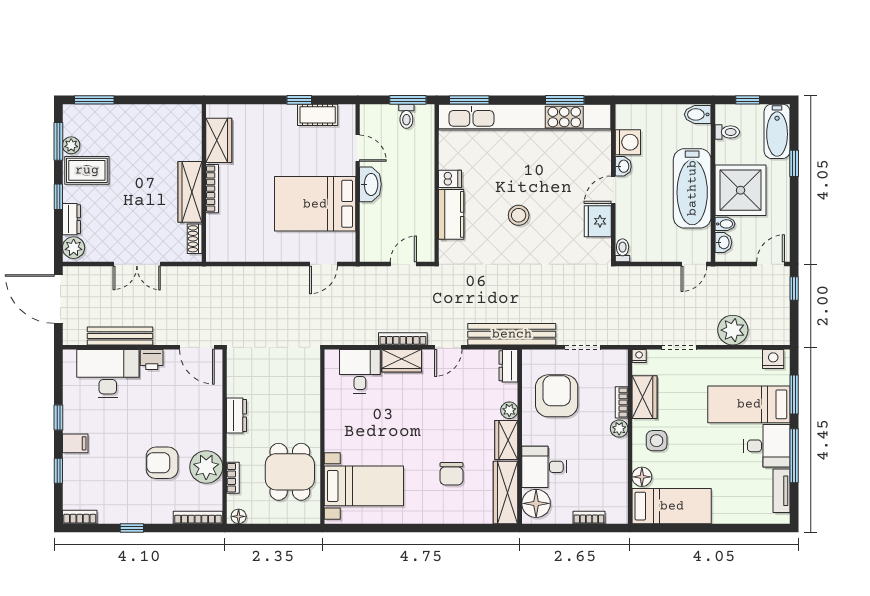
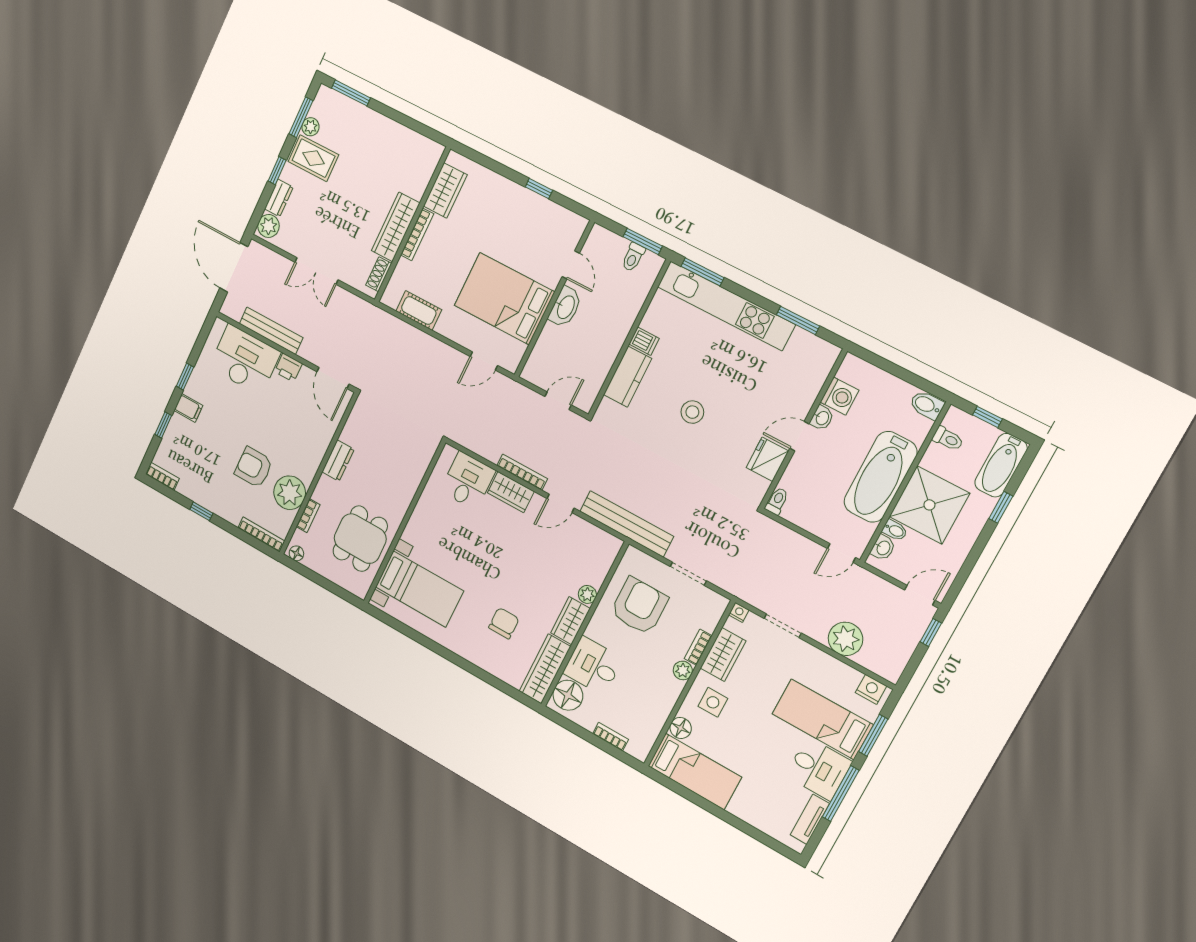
cot: (318, 115) -> (419, 310), moved
kitchen unit: (525, 117) -> (726, 306), width x0.73
dresser: (508, 366) -> (608, 552), removed
chair: (451, 474) -> (504, 623), turned 180

